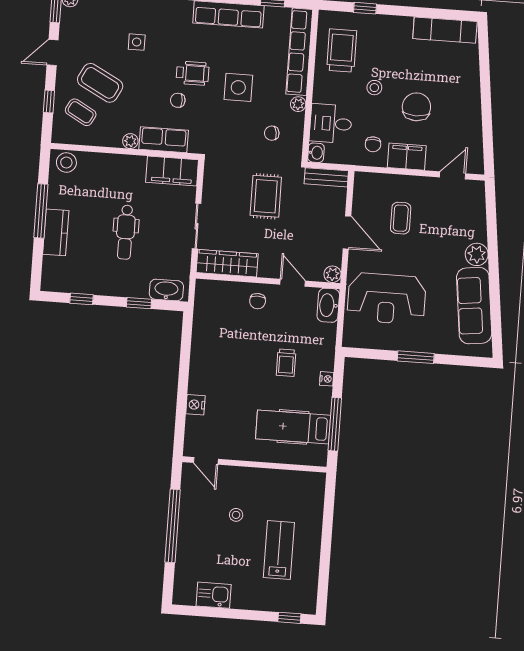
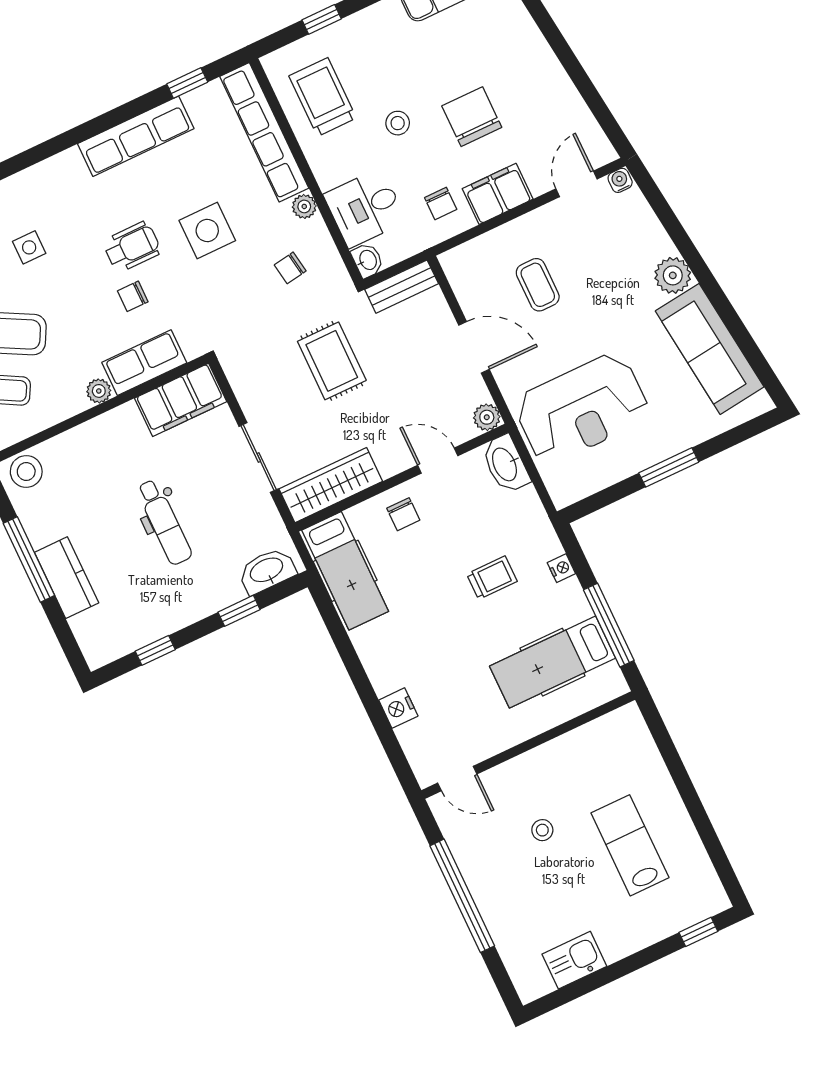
water cooler: (477, 187) -> (620, 180), added
hospital bed: (209, 314) -> (345, 571), added
trolley: (286, 363) -> (492, 578), turned -90

